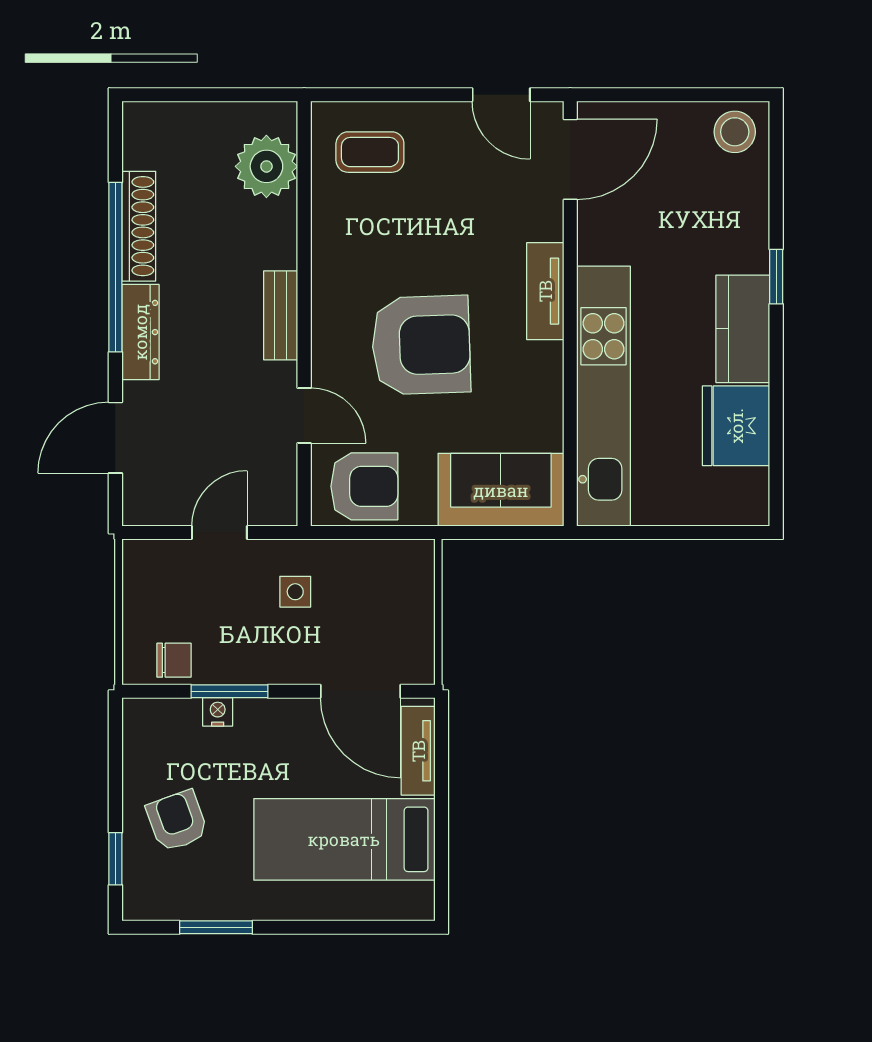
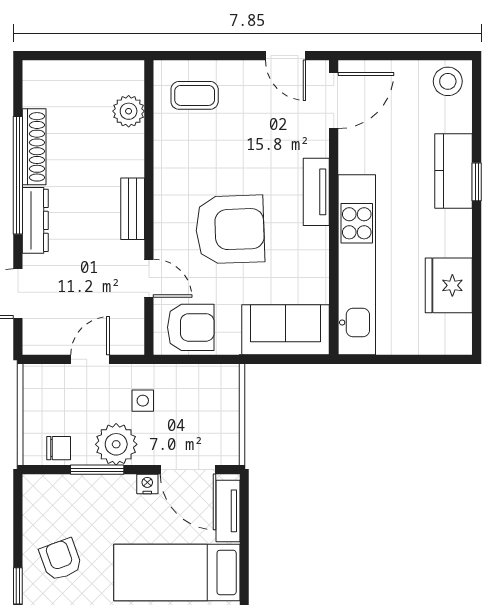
plant: (266, 166) -> (129, 111), width x0.73, depth x0.73
kitchen counter: (743, 329) -> (453, 171), moved
plant: (257, 655) -> (116, 444), added
nightstand: (218, 712) -> (147, 484), moved

